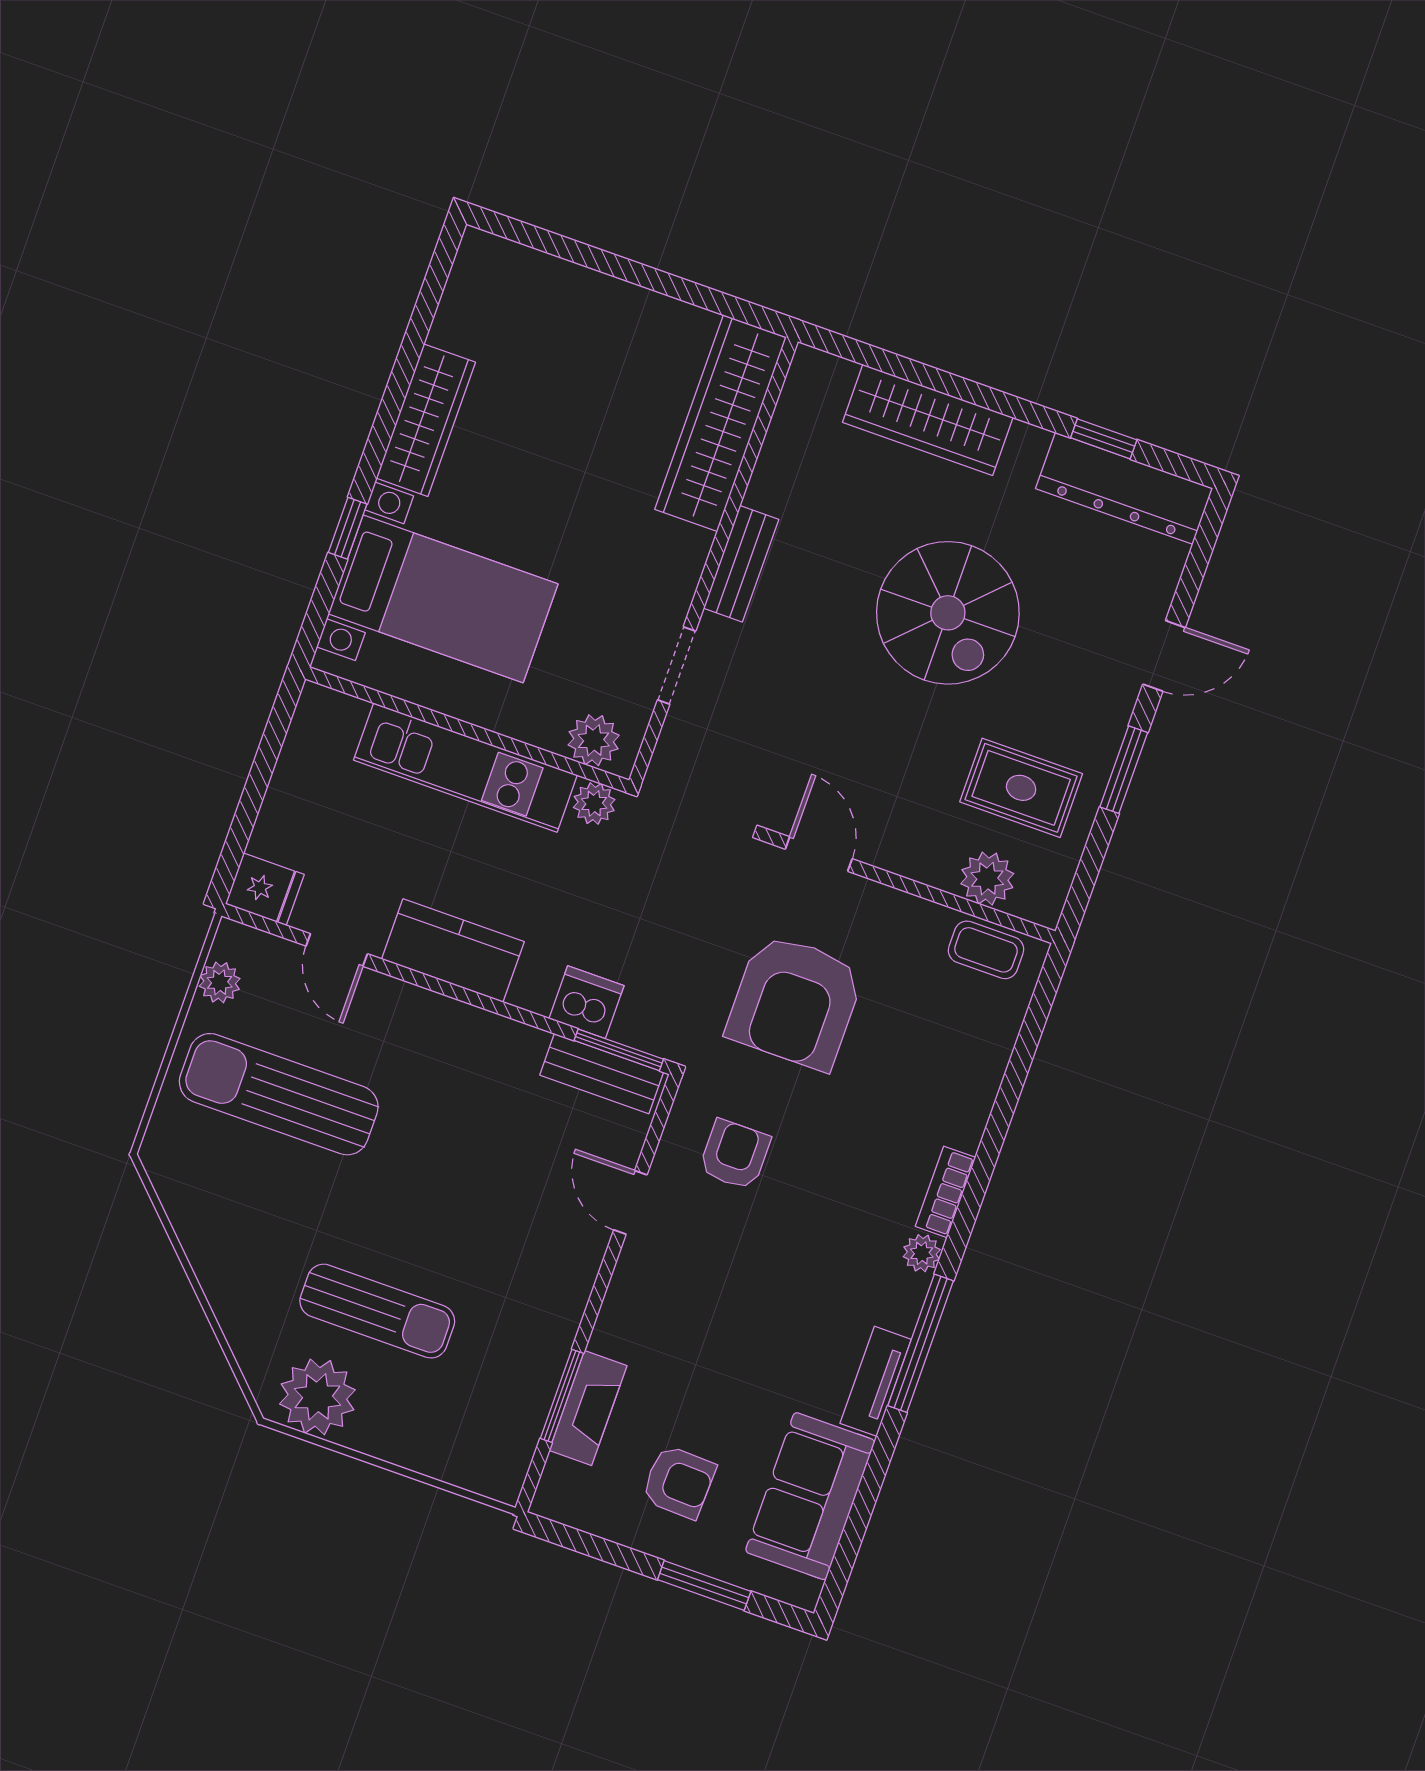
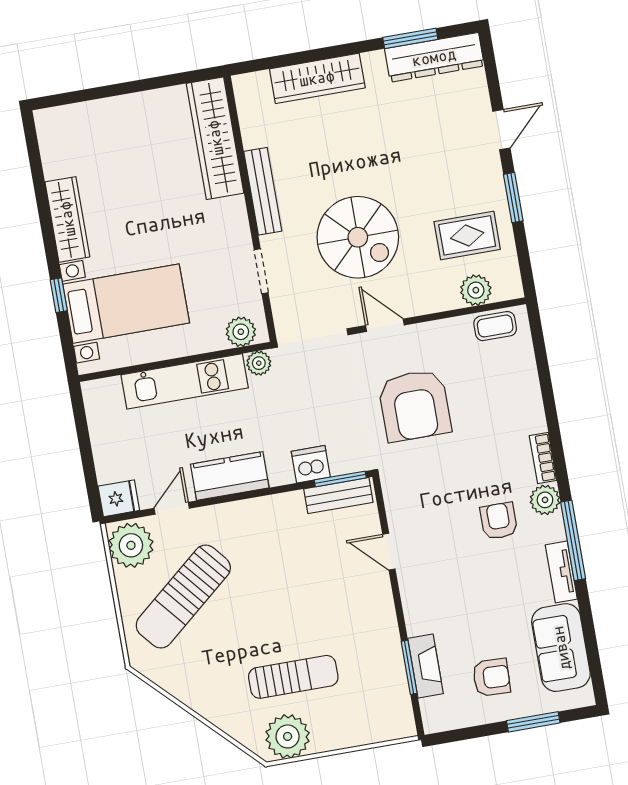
window: (1104, 439) -> (410, 38), width x1.50
bench: (741, 564) -> (263, 191), width x1.36
spiral stairs: (948, 613) -> (358, 237), moved
door: (337, 950) -> (172, 508), swing flipped
plant: (220, 982) -> (131, 545), width x1.87, depth x1.87
sun lounger: (279, 1094) -> (183, 597), turned -40
armchair: (735, 1155) -> (499, 521), moved
plant: (922, 1253) -> (545, 500), width x1.38, depth x1.38

